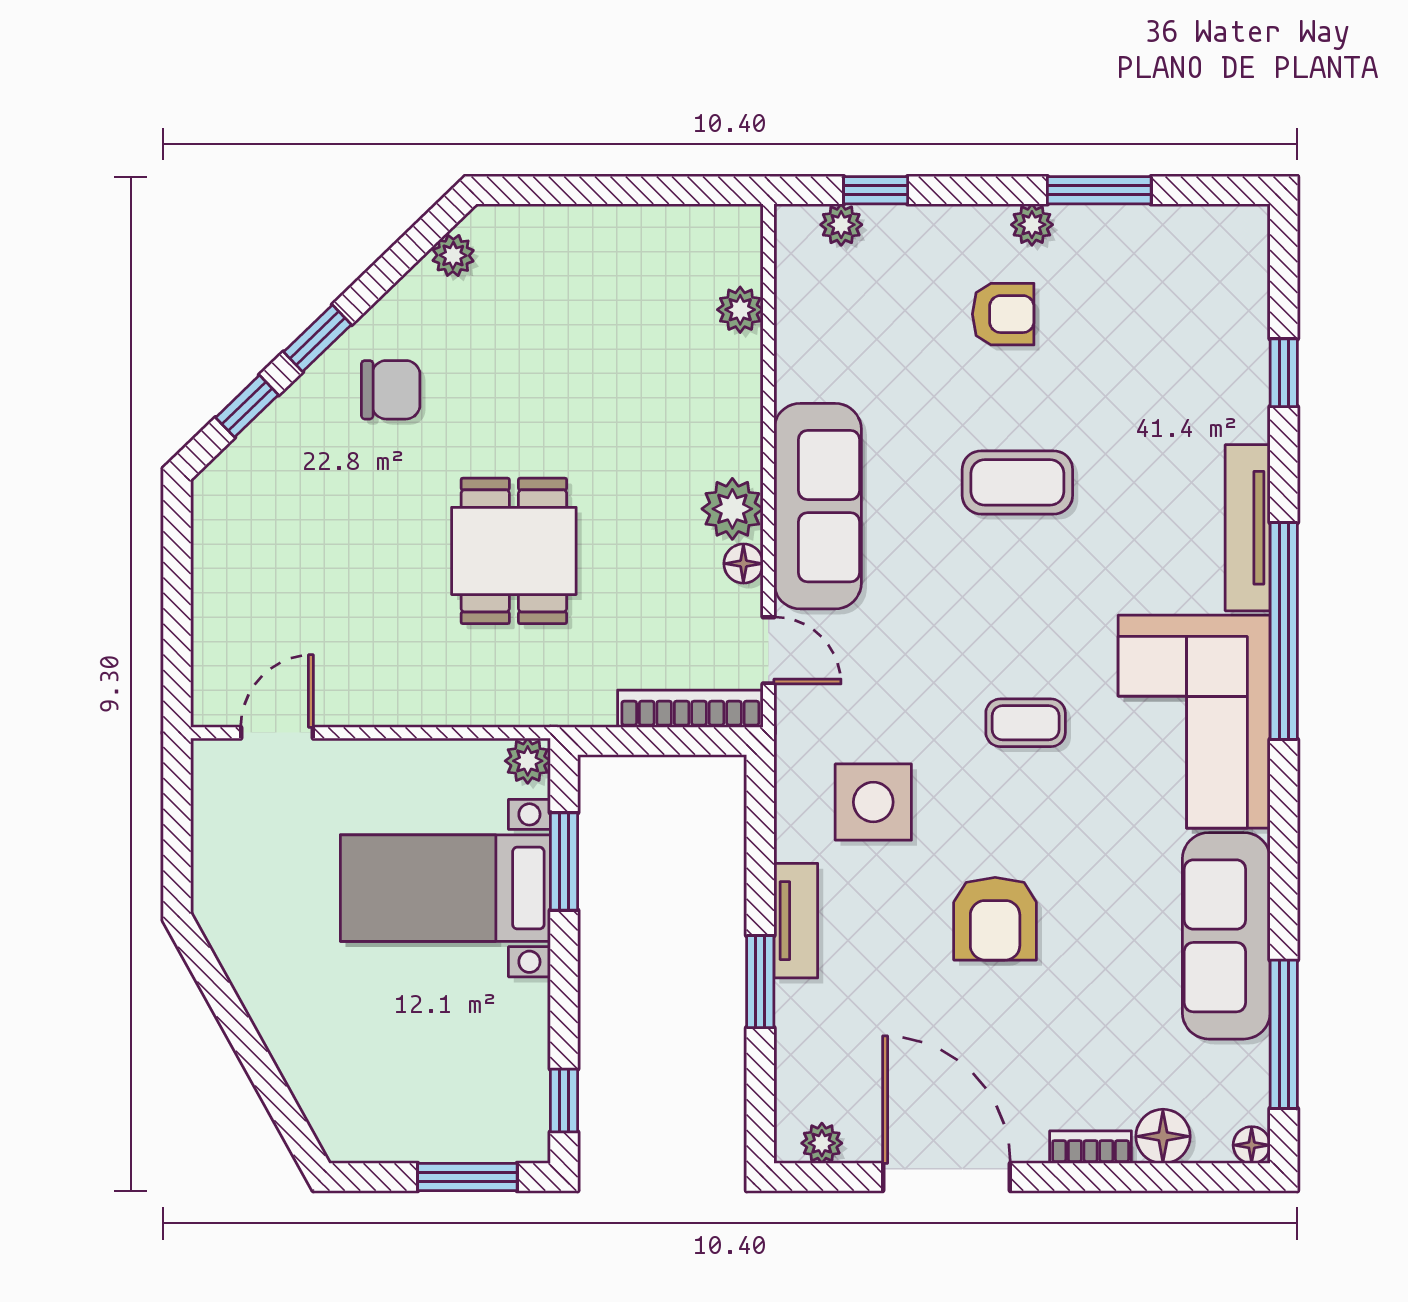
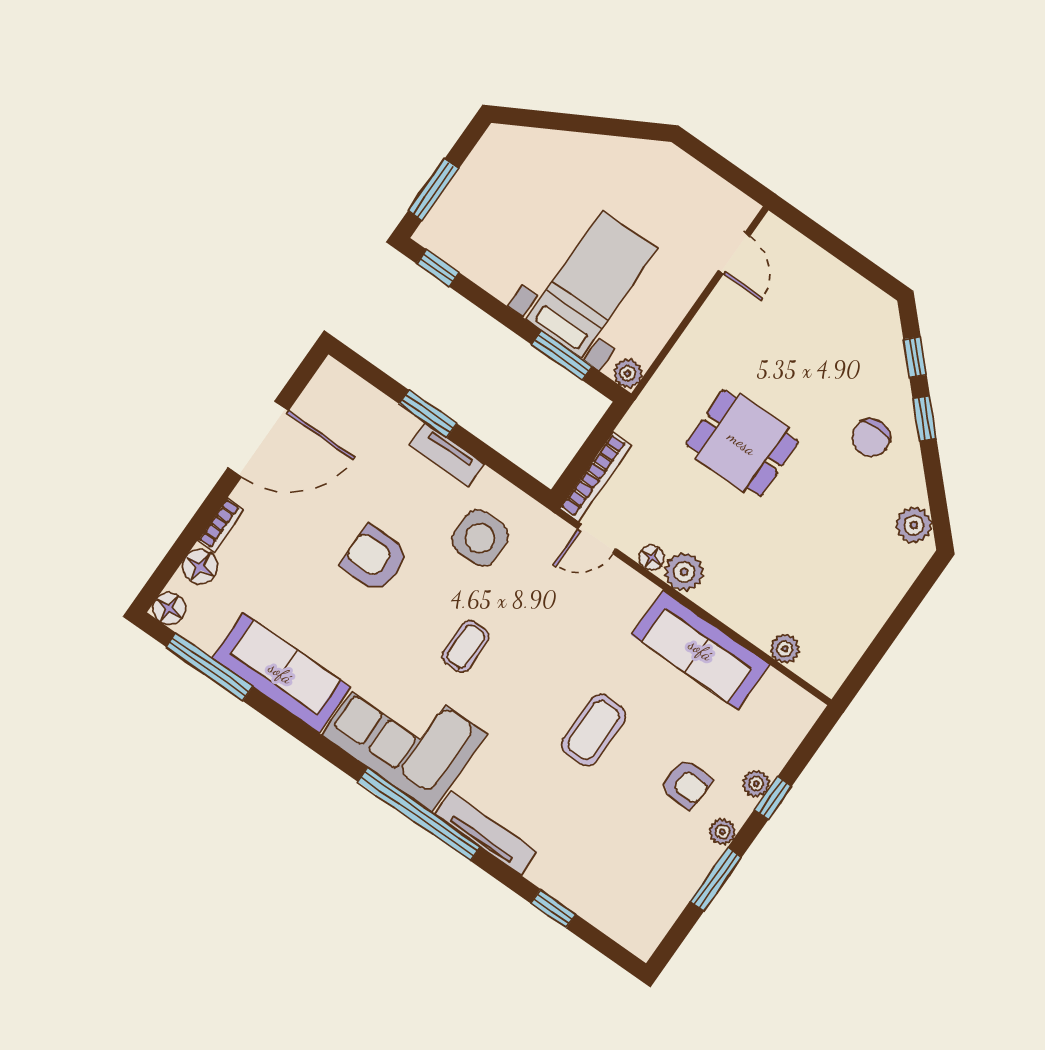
window: (876, 190) -> (773, 798), moved
plant: (841, 225) -> (756, 784), moved
plant: (453, 255) -> (914, 525), width x1.38, depth x1.38
armchair: (1003, 314) -> (686, 784), turned -87
sofa: (818, 506) -> (701, 650), moved
plant: (822, 1143) -> (321, 387), removed
floor lamp: (1252, 1145) -> (169, 608), width x1.37, depth x1.37

